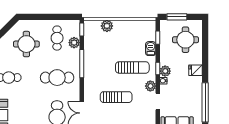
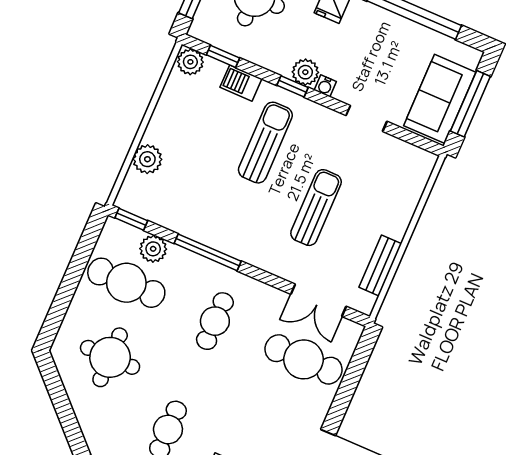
cafe table: (57, 38) -> (126, 283), width x1.37, depth x1.35
cafe table: (57, 78) -> (215, 321), width x0.73, depth x0.74
plant: (150, 86) -> (190, 62), moved

